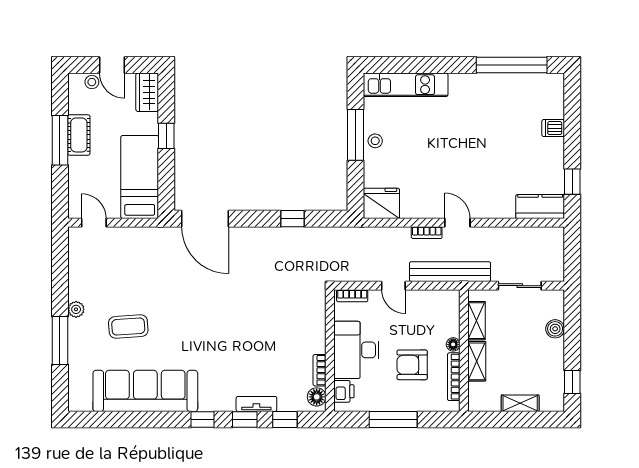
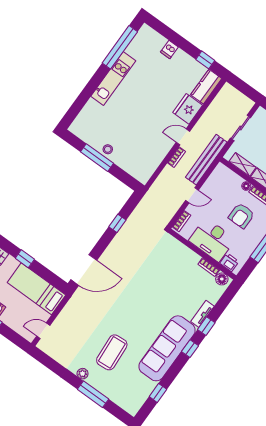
kitchen unit: (406, 85) -> (113, 79), moved
fridge: (381, 203) -> (188, 109), moved
coffee table: (128, 327) -> (112, 352), width x1.36, depth x1.32
sofa: (145, 391) -> (167, 348), moved
window: (285, 420) -> (158, 393), moved

